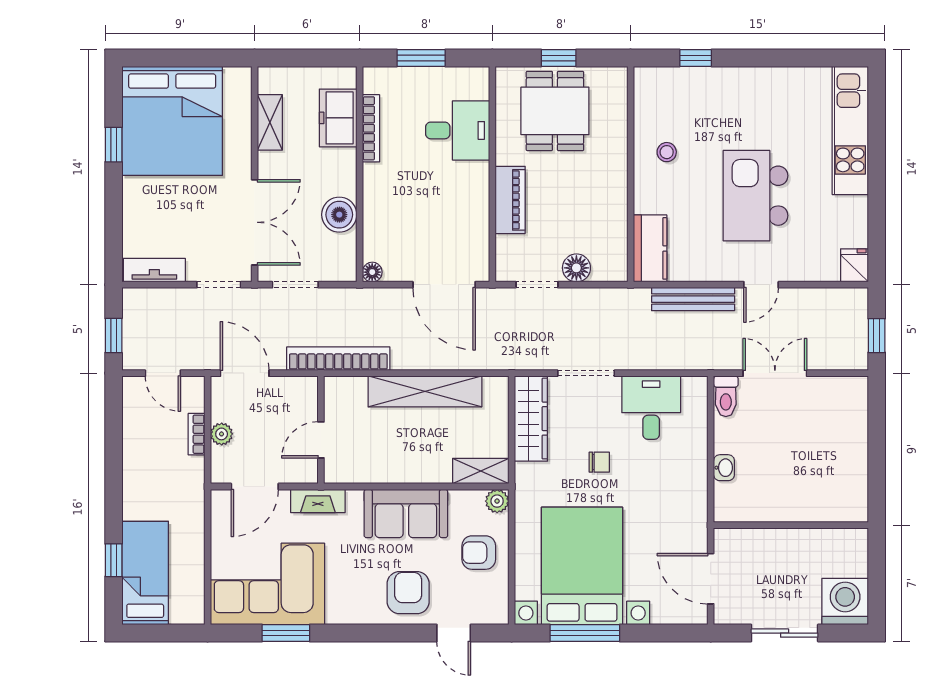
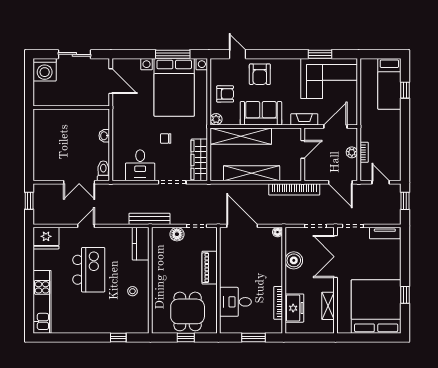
fridge: (854, 265) -> (46, 238), width x1.88, depth x1.34
bench: (693, 299) -> (149, 219), moved
shelving: (481, 471) -> (241, 136), width x2.20, depth x1.33

